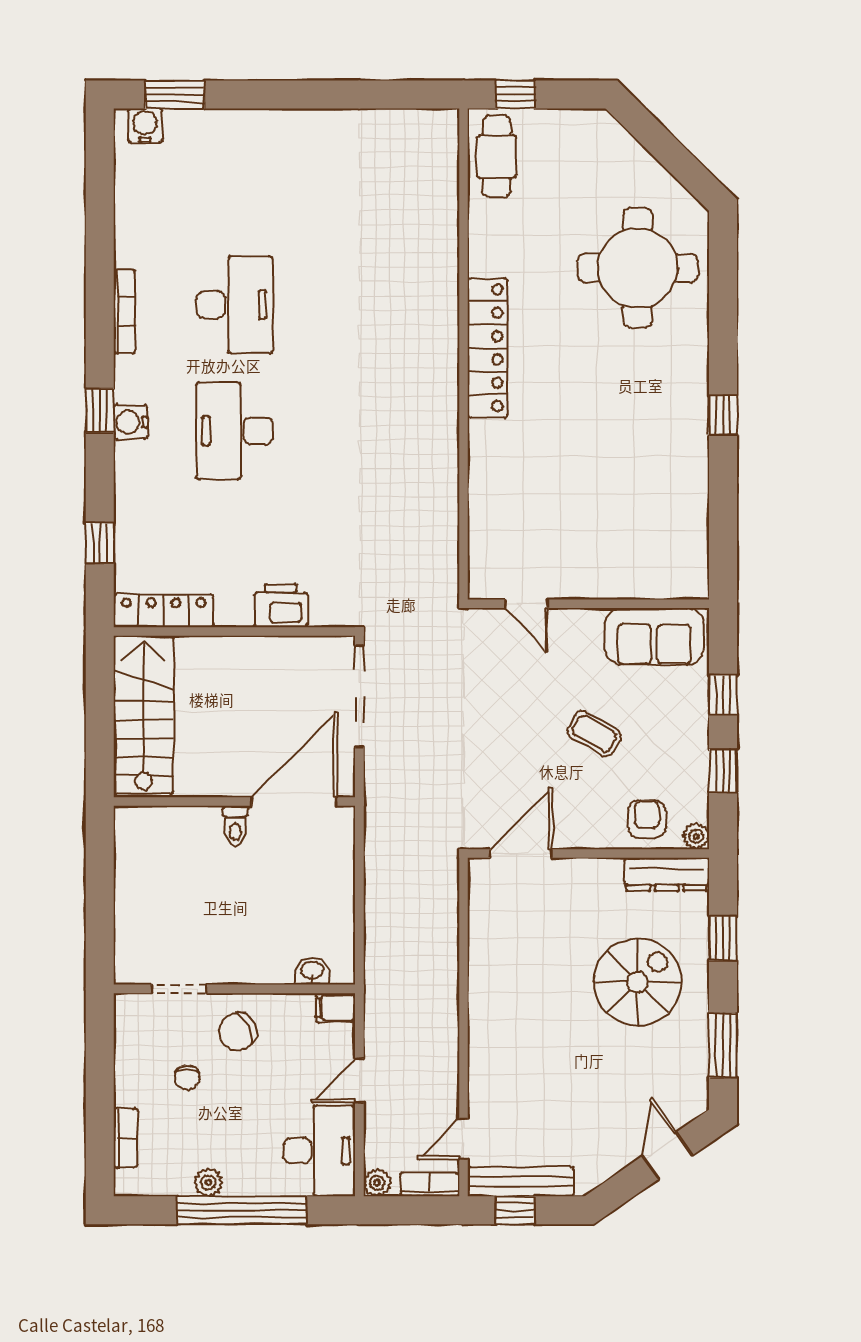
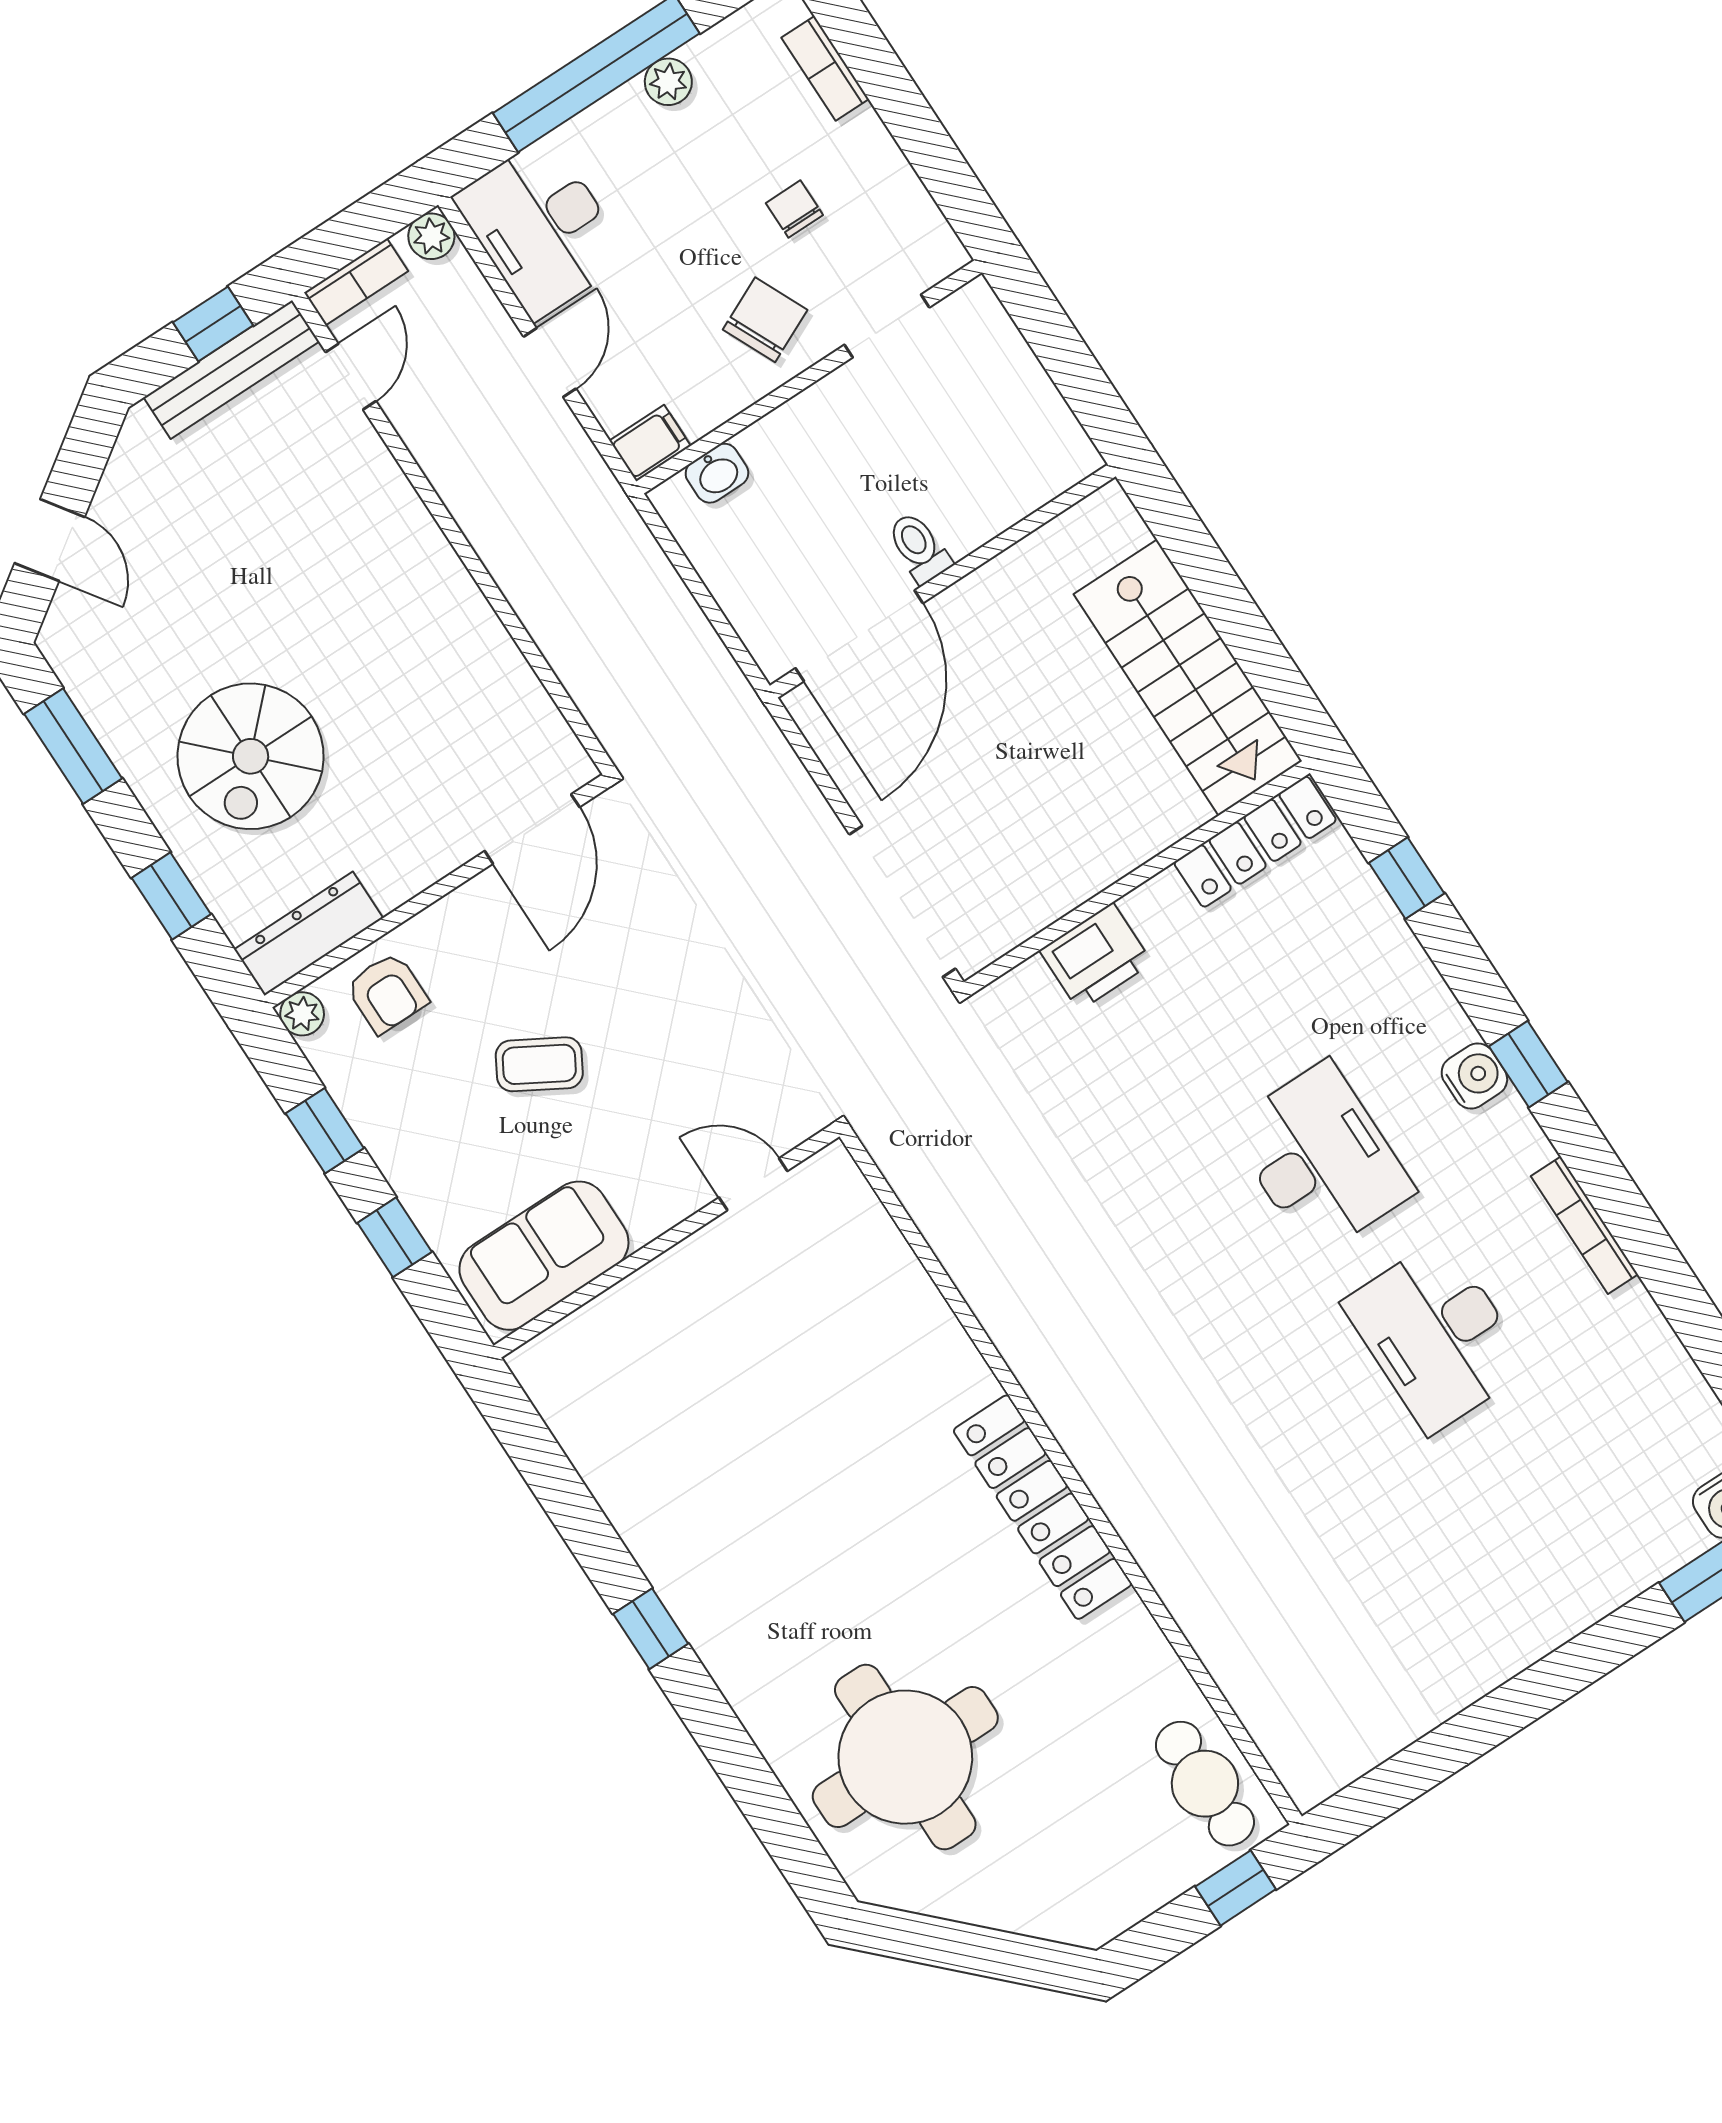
wall: (234, 802) -> (943, 581), moved
door: (294, 802) -> (859, 636), moved
toilet: (235, 826) -> (919, 548), moved

